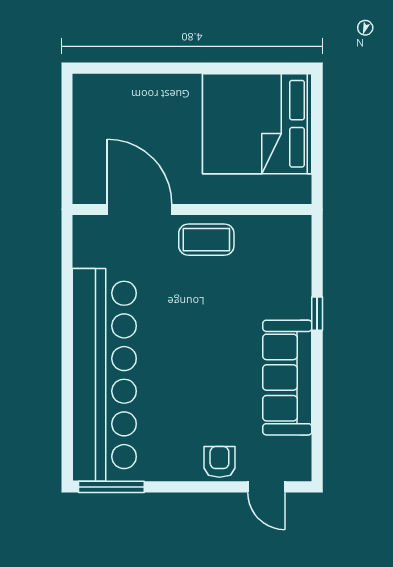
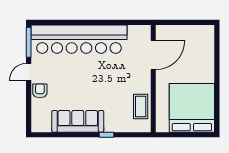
coffee table: (206, 240) -> (141, 106), moved
armchair: (219, 462) -> (40, 91), turned -90
door: (266, 487) -> (29, 72), moved

